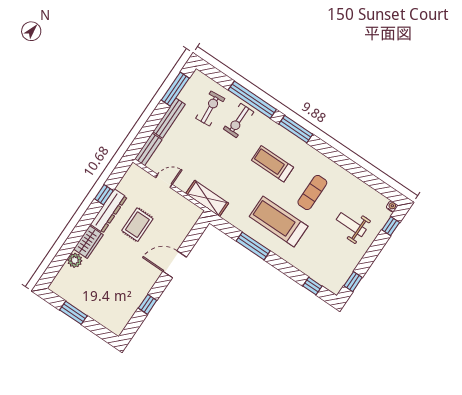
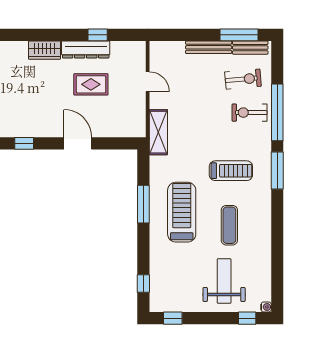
bench: (148, 149) -> (250, 48), moved
treadmill: (273, 164) -> (231, 171), turned 90
exercise mat: (312, 193) -> (229, 225), turned 90
weight bench: (351, 225) -> (224, 281), width x1.36, depth x1.33
plant: (75, 260) -> (19, 49), removed

